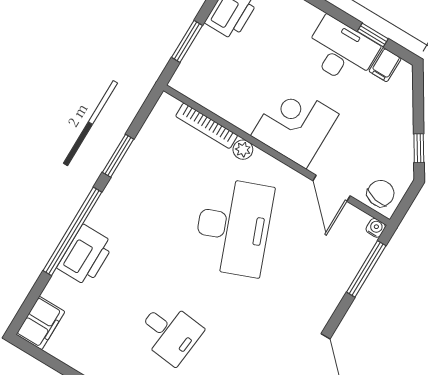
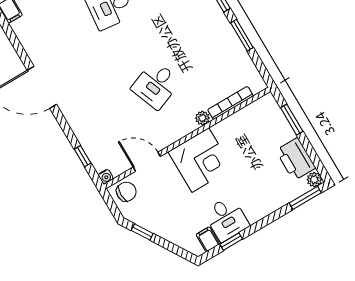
desk: (341, 51) -> (226, 219), width x0.73
chair: (381, 193) -> (126, 192), turned -102
desk: (233, 227) -> (156, 85), width x0.53, depth x0.77
window: (366, 269) -> (83, 156), width x0.46

